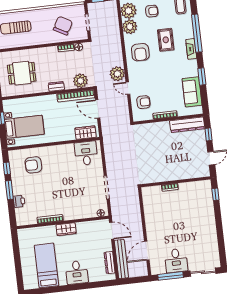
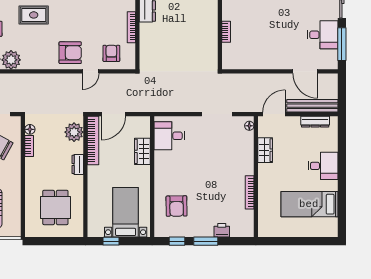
armchair: (140, 52) -> (70, 53), moved
plant: (117, 74) -> (71, 83), removed
wardrobe: (86, 133) -> (142, 151), moved
wardrobe: (66, 229) -> (265, 150), moved

